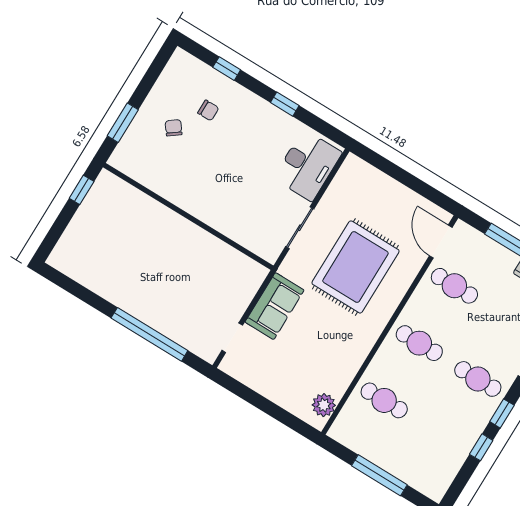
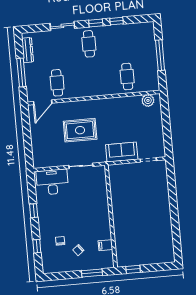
filing cabinet: (150, 175) -> (105, 245), added
rug: (355, 267) -> (80, 130), width x0.73, depth x0.69
window: (149, 334) -> (173, 196), removed
cafe table: (419, 343) -> (92, 80), removed

